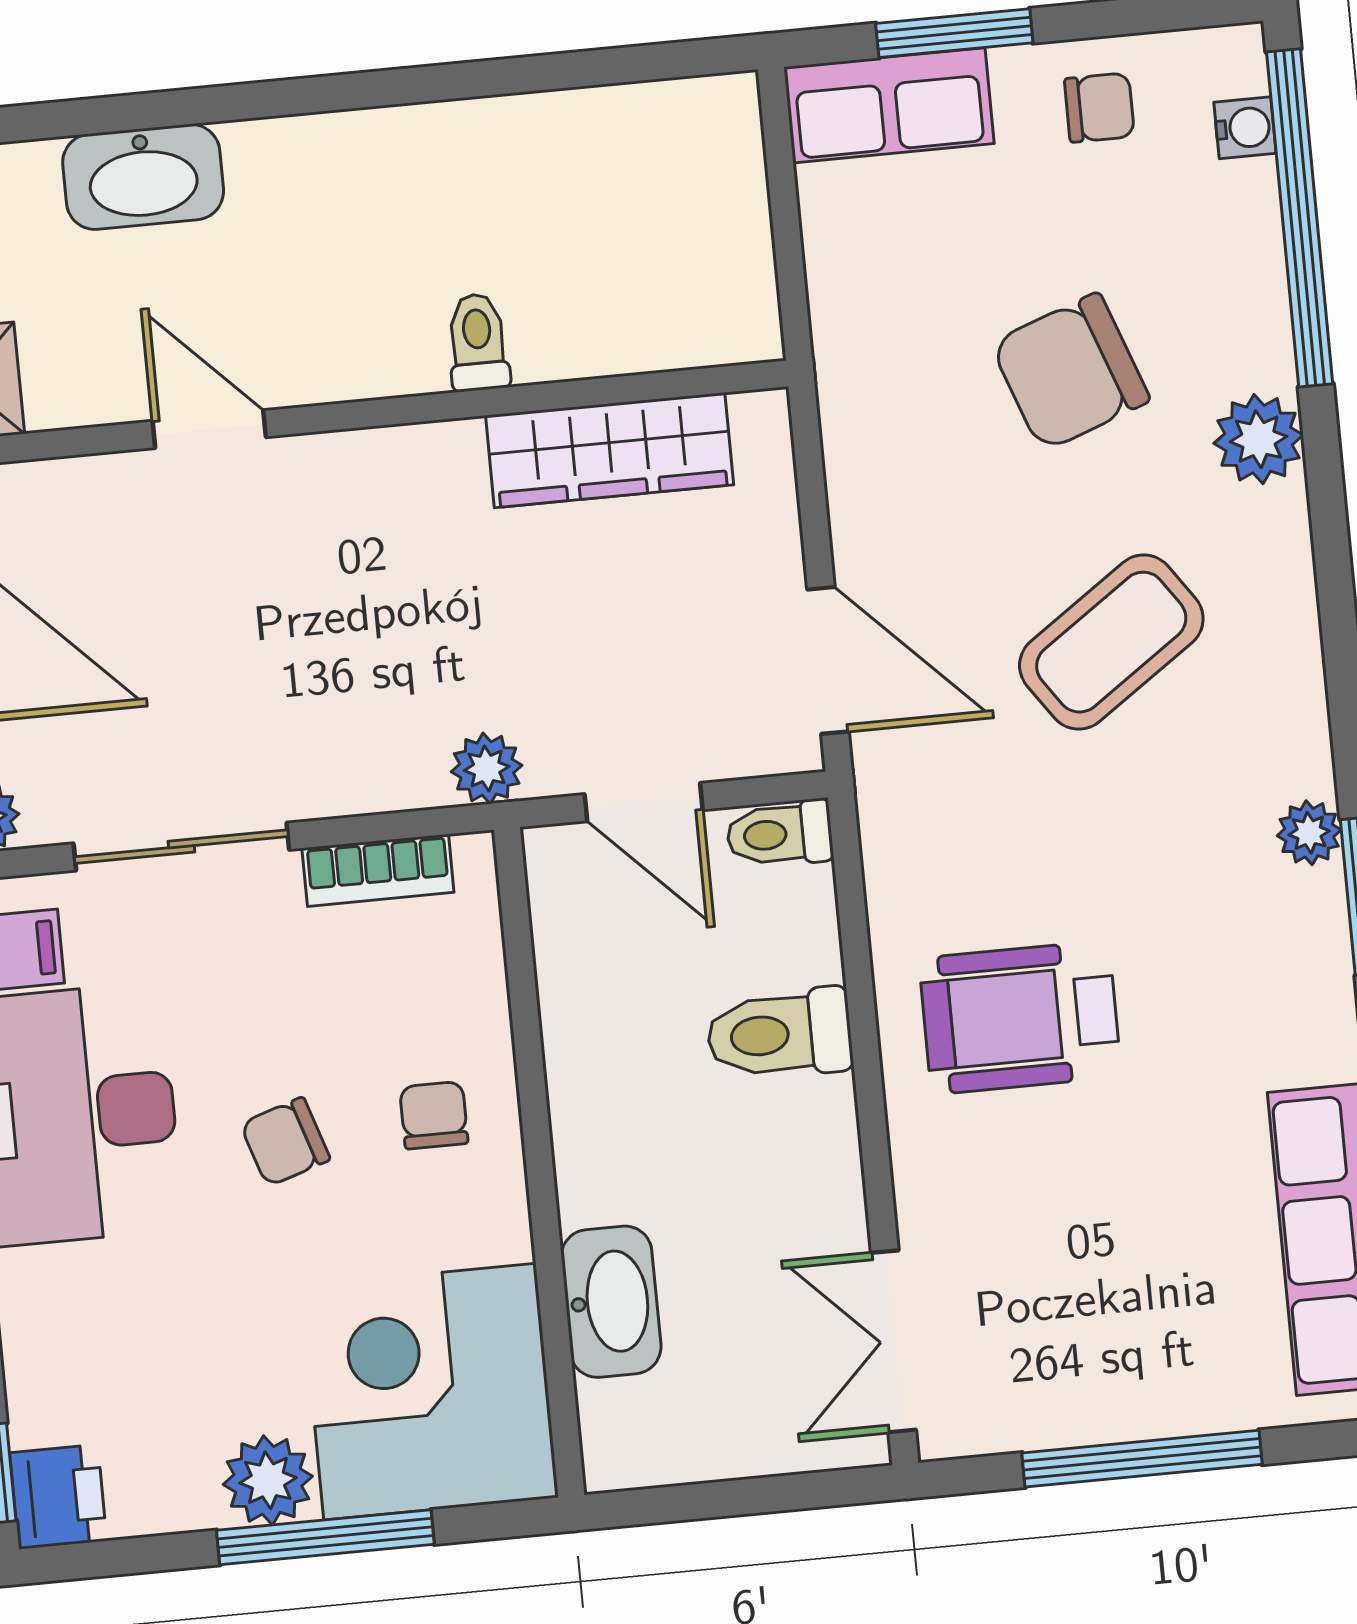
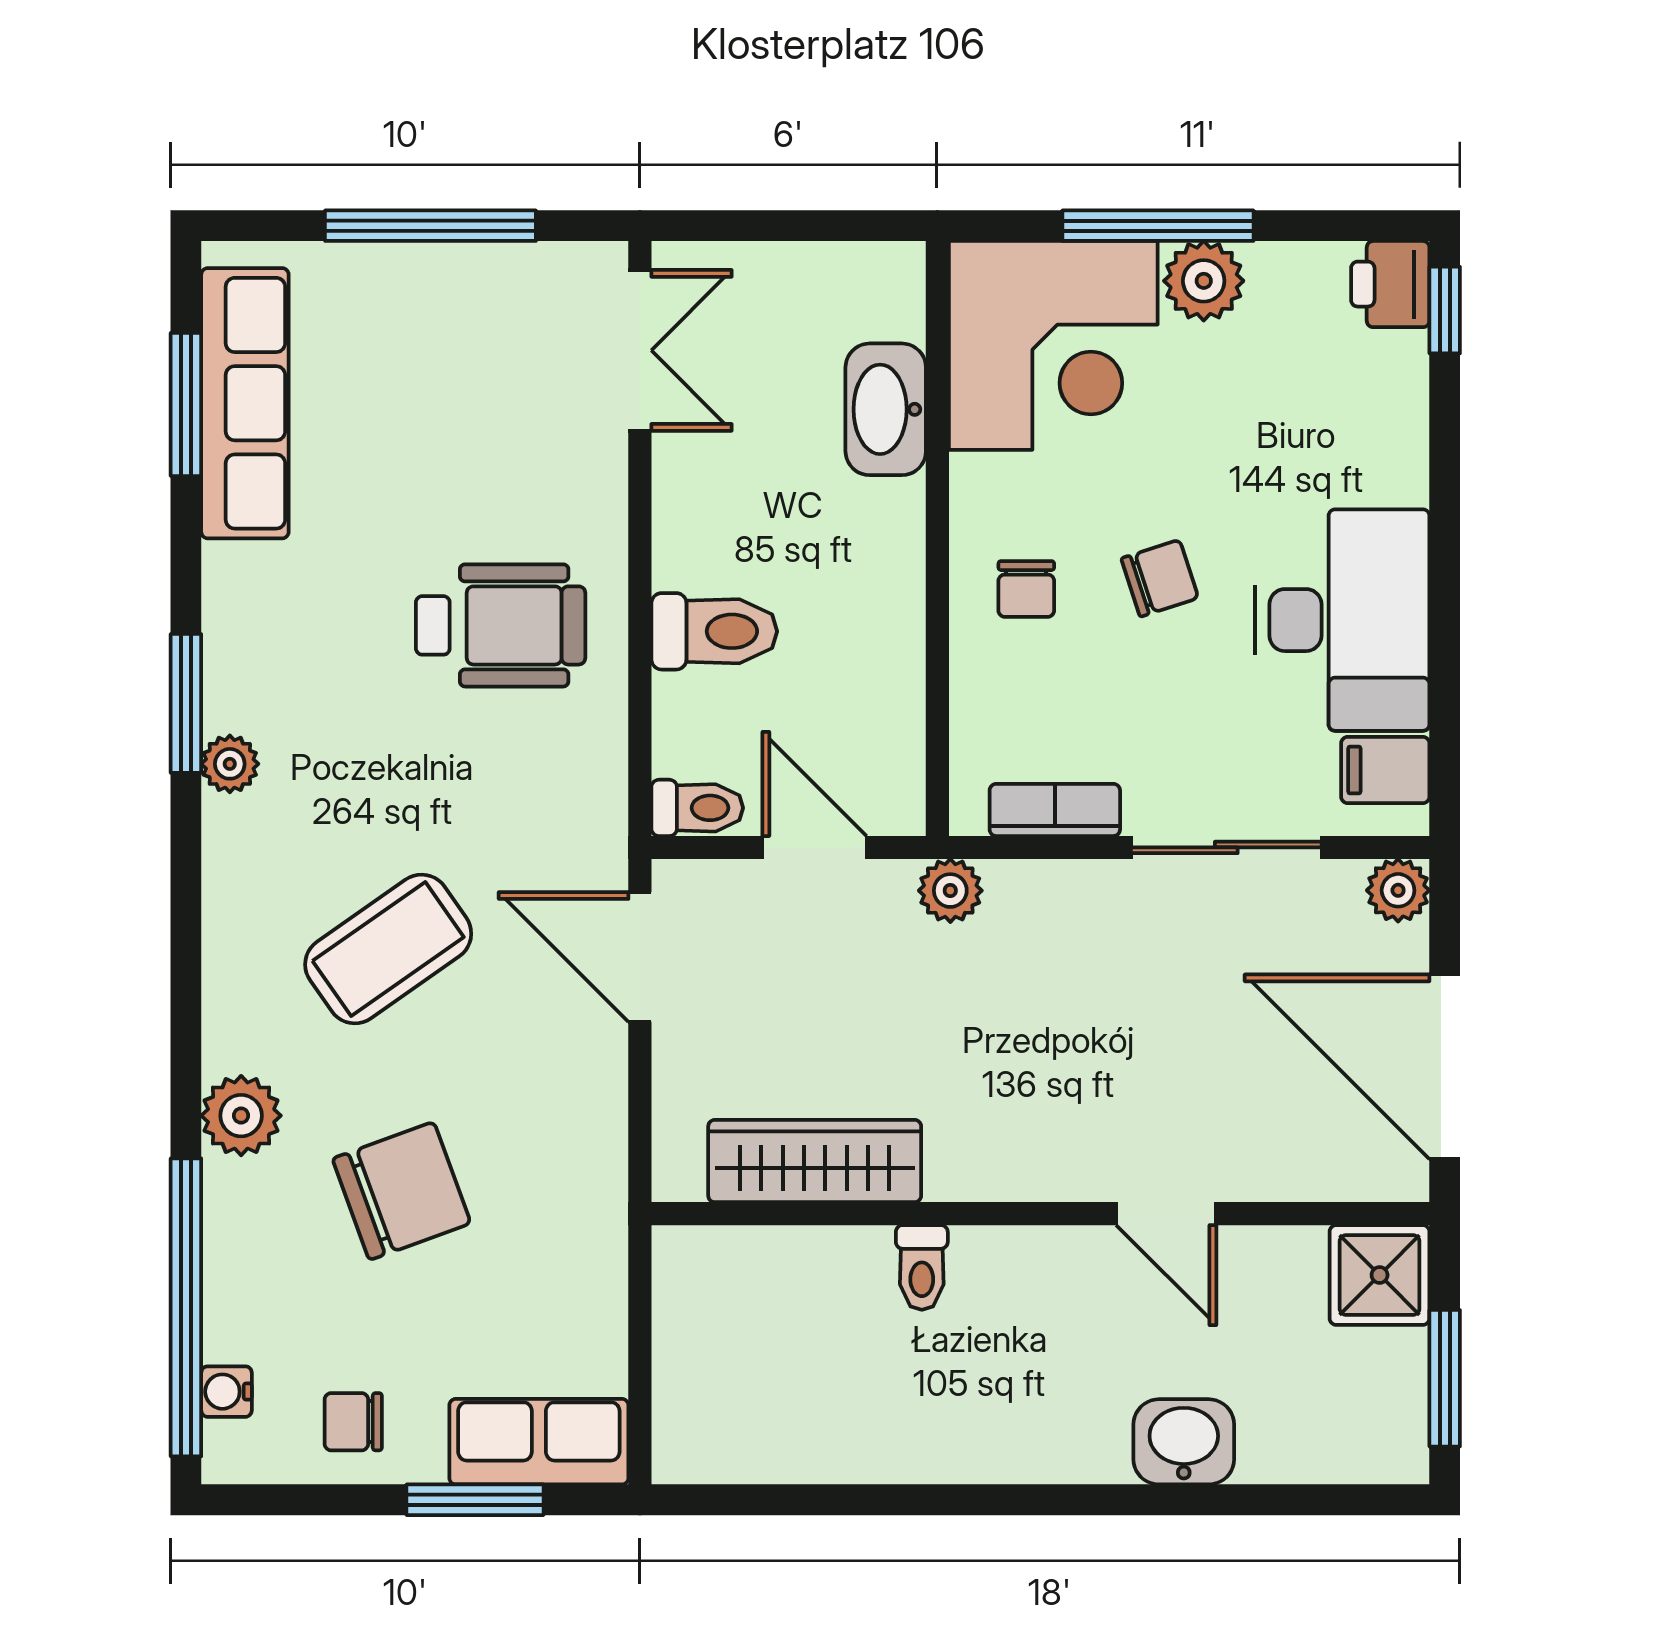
washbasin: (143, 177) -> (1184, 1442), width x0.72

